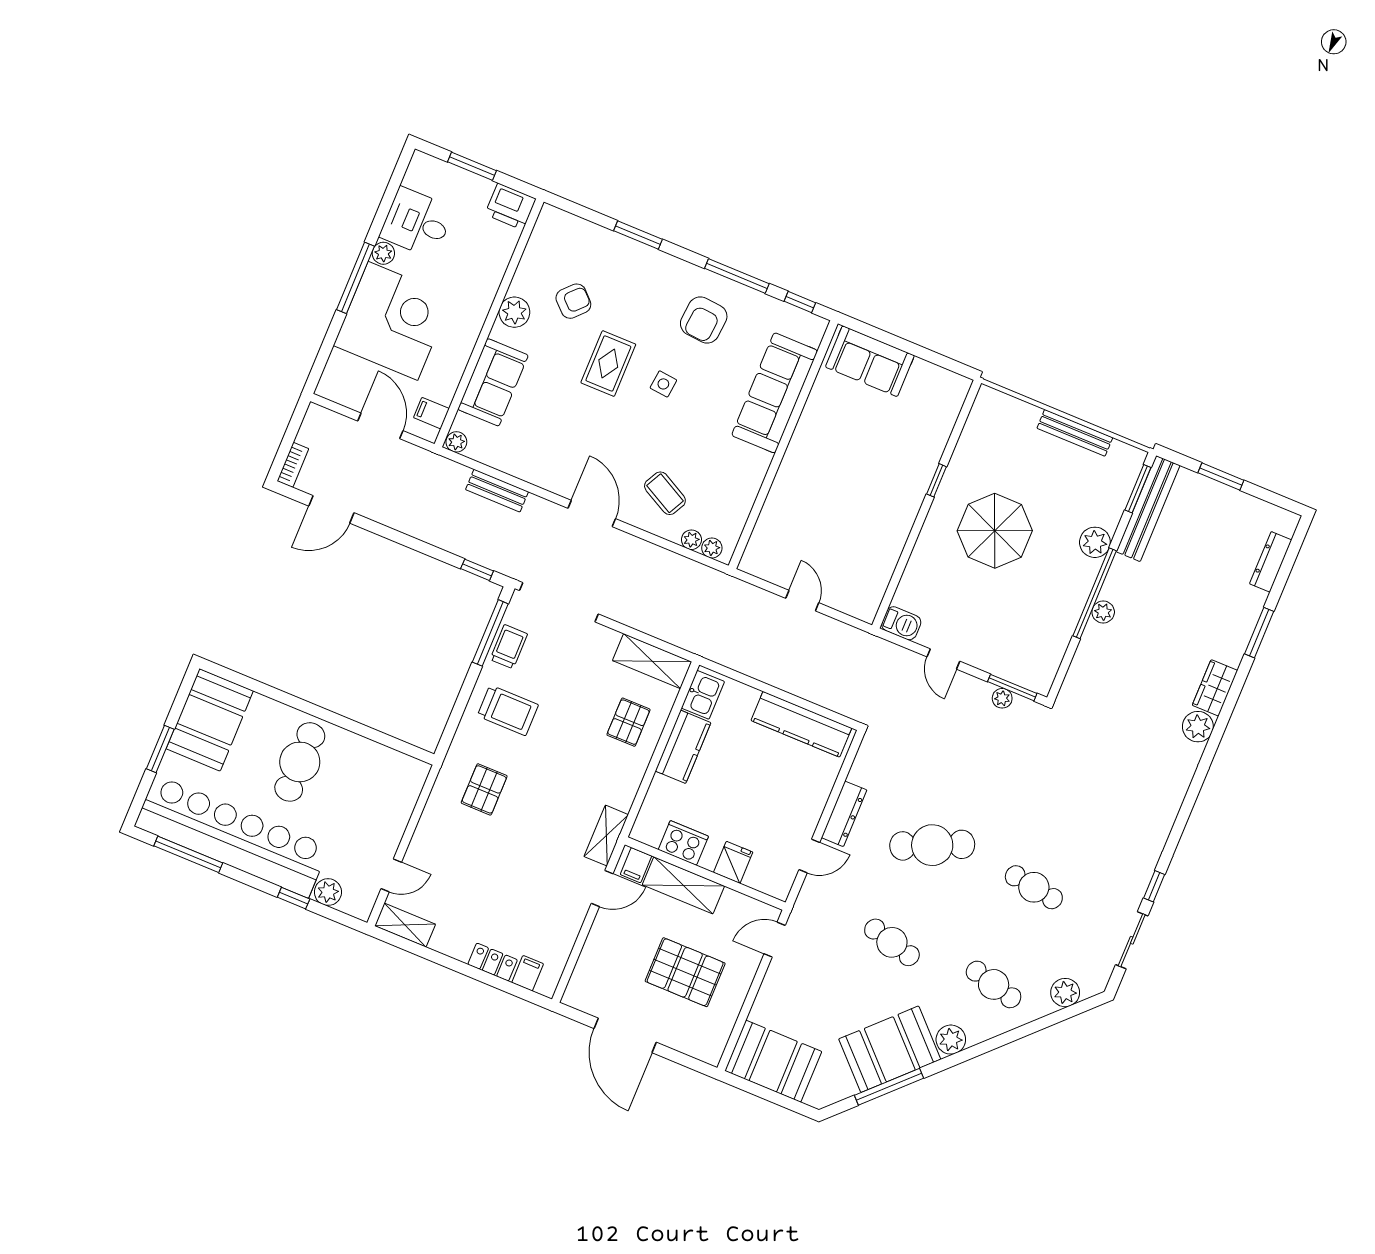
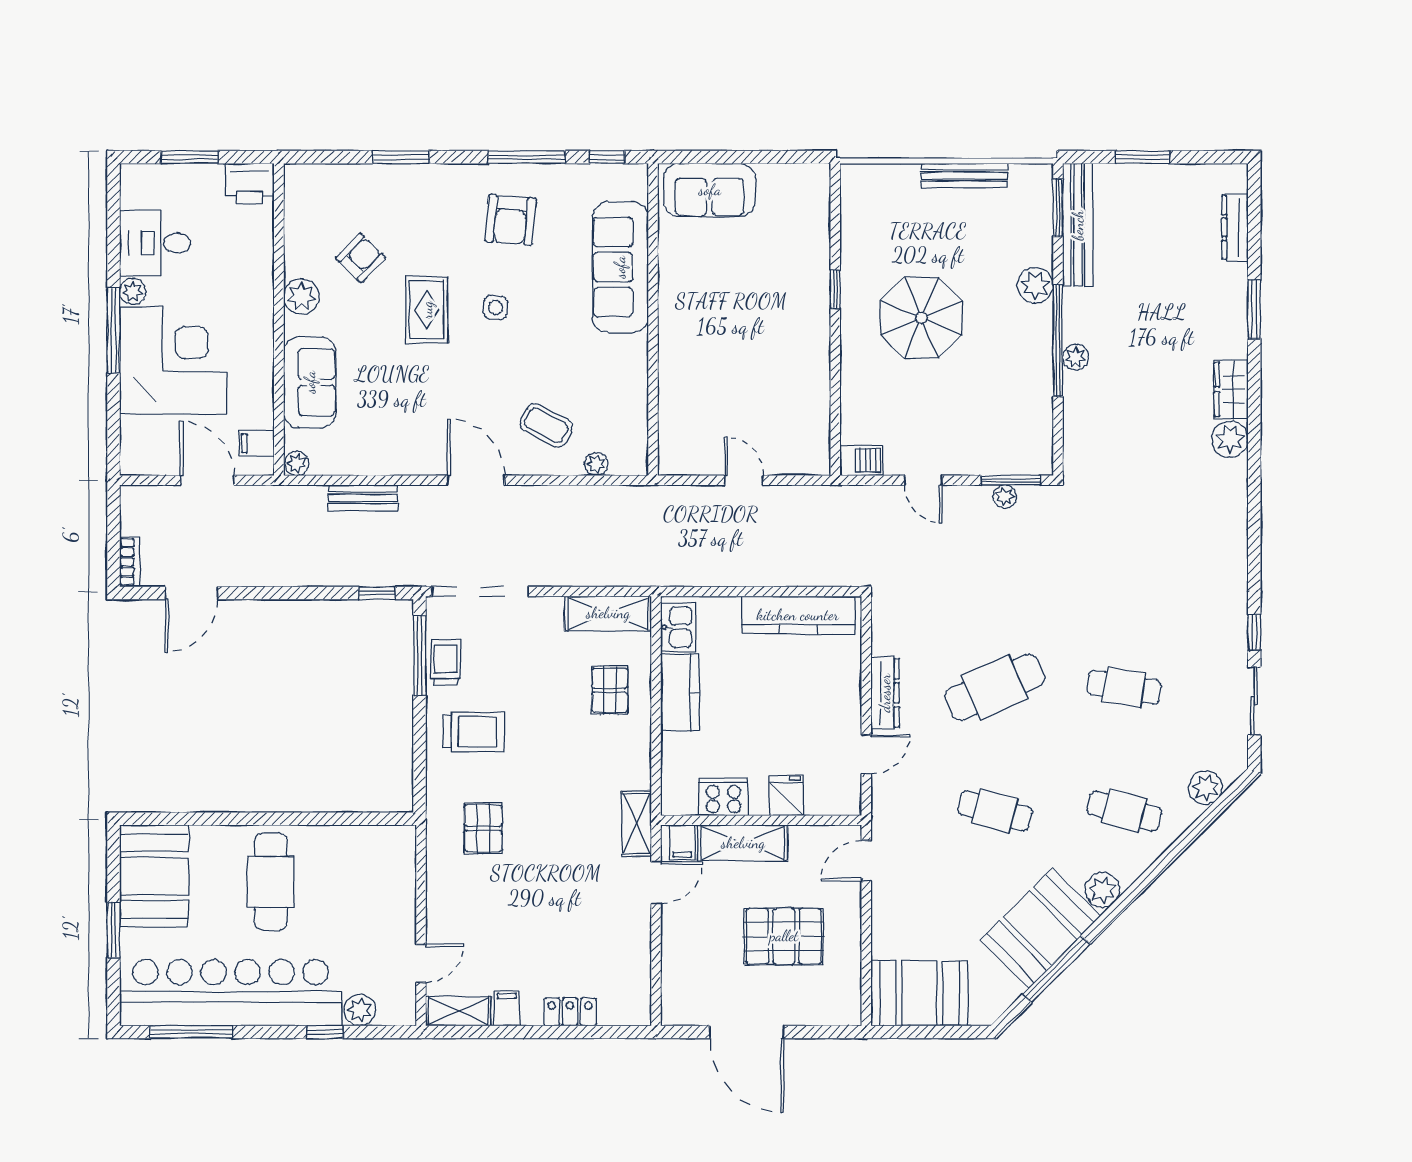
plant: (712, 548) -> (622, 464), removed
filing cabinet: (528, 973) -> (507, 1008), moved

